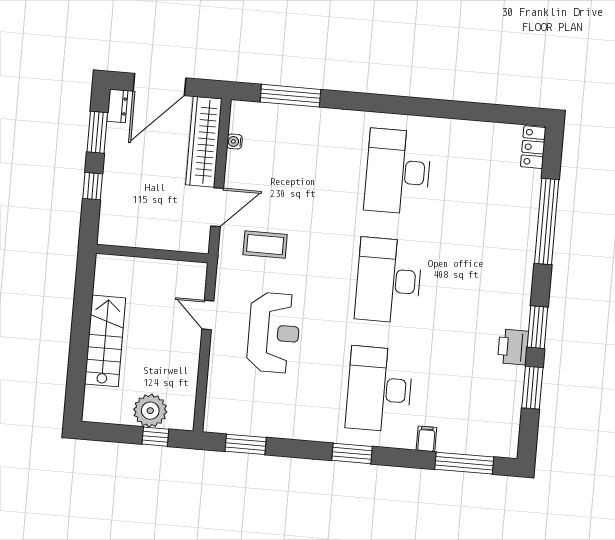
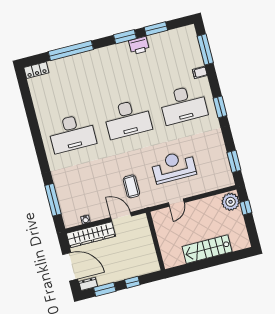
plant: (150, 411) -> (231, 202), moved

